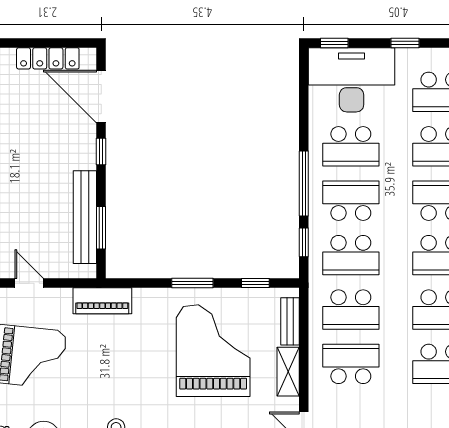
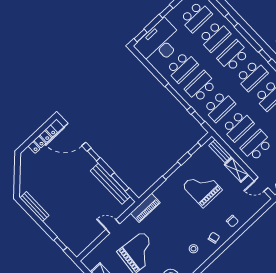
grand piano: (213, 351) -> (202, 188), width x0.73, depth x0.68

